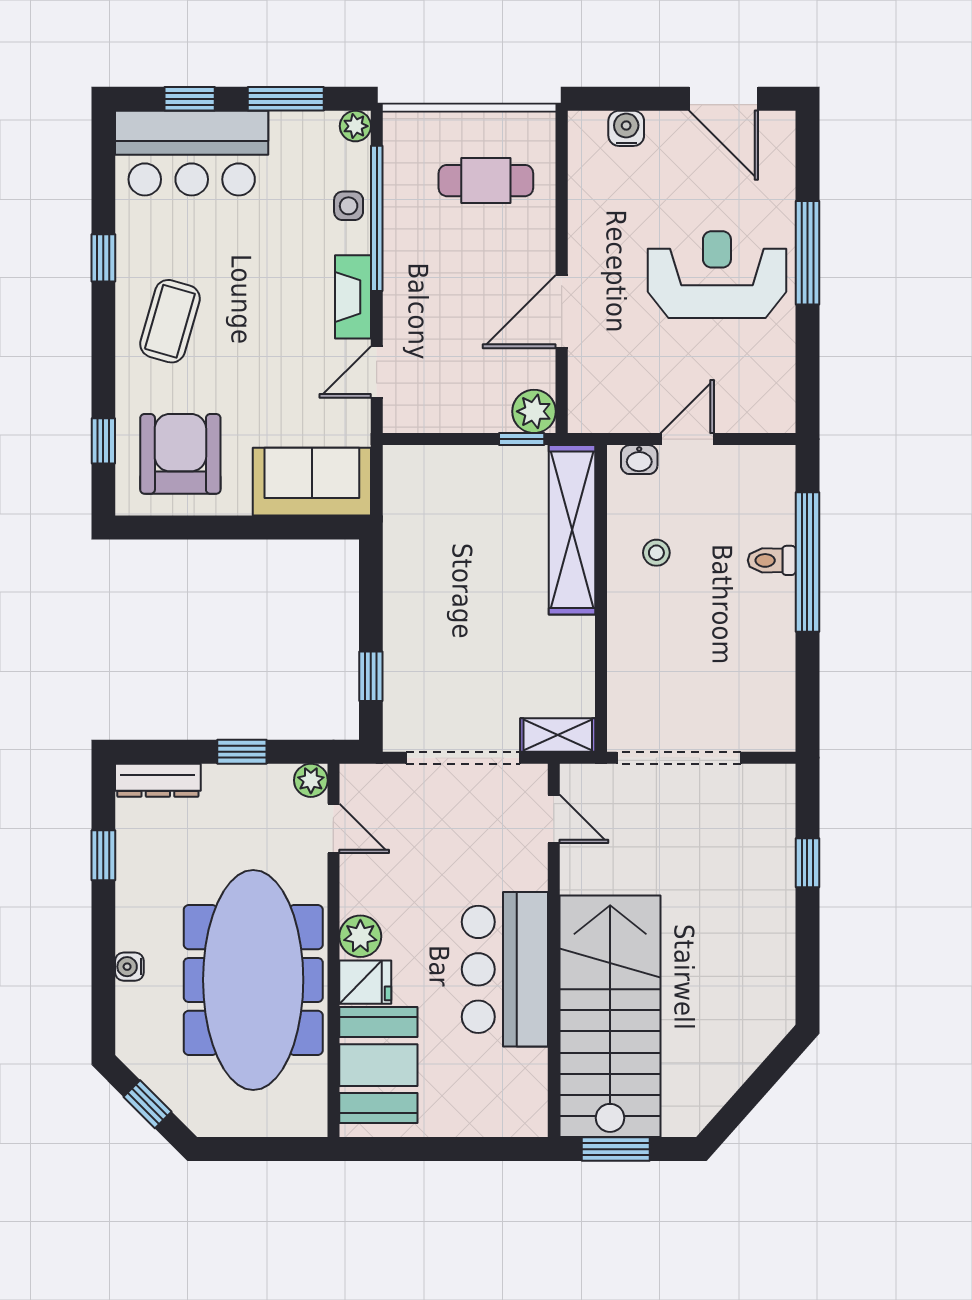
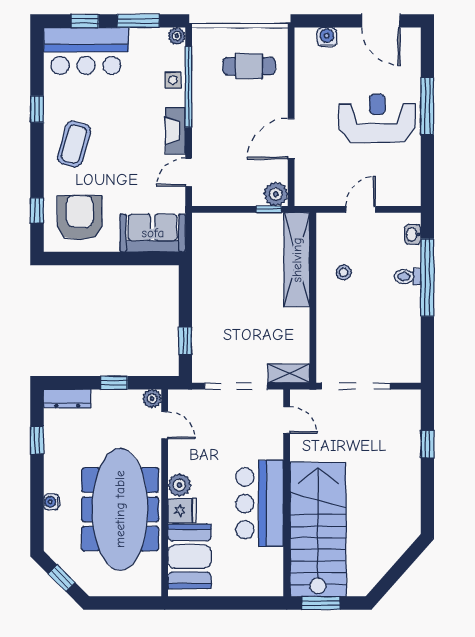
washbasin: (639, 460) -> (413, 234), moved, turned 90

